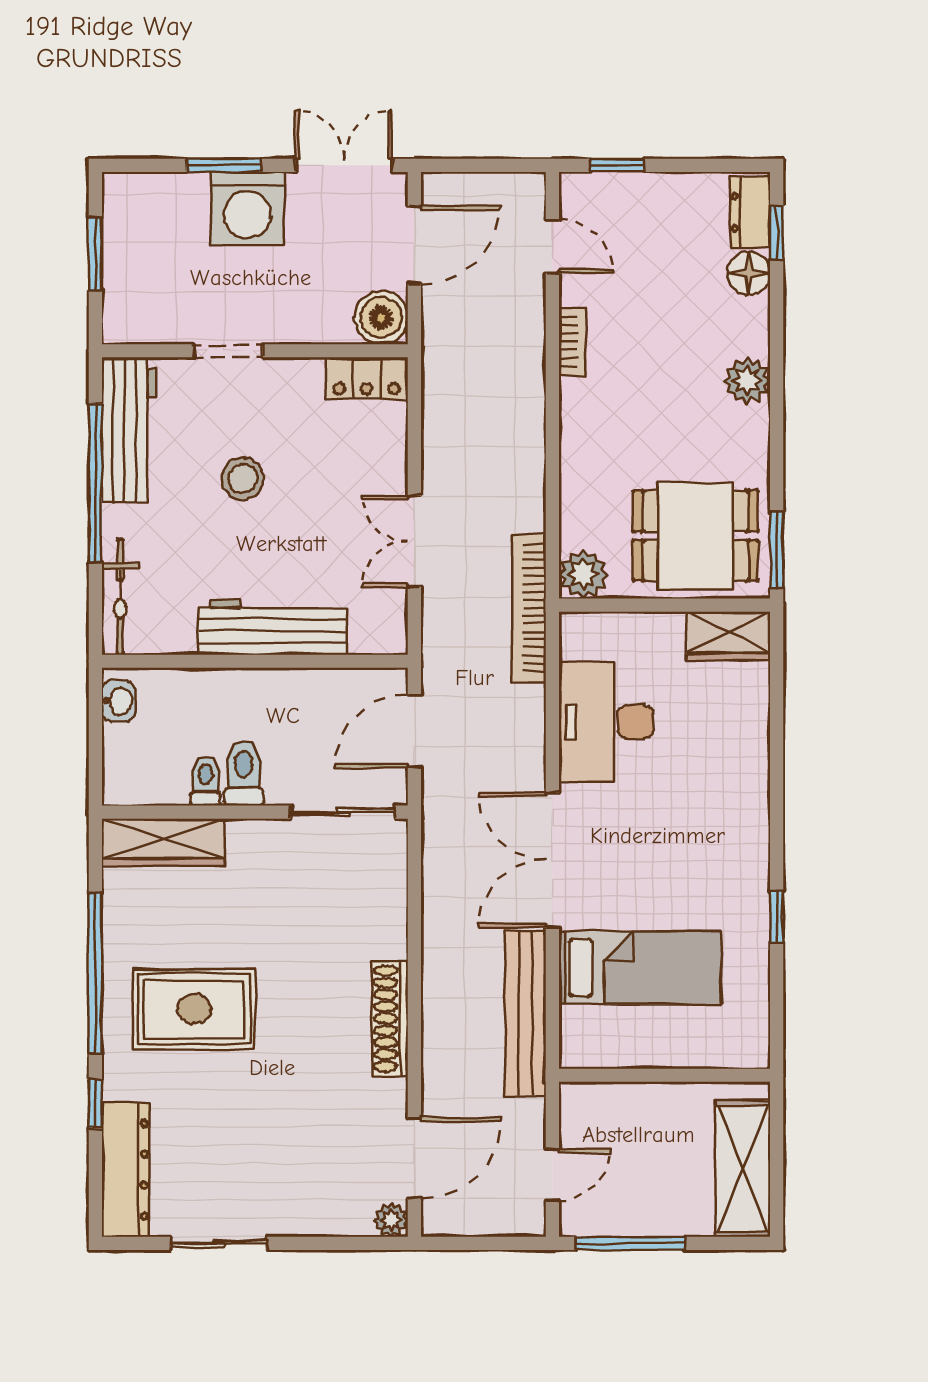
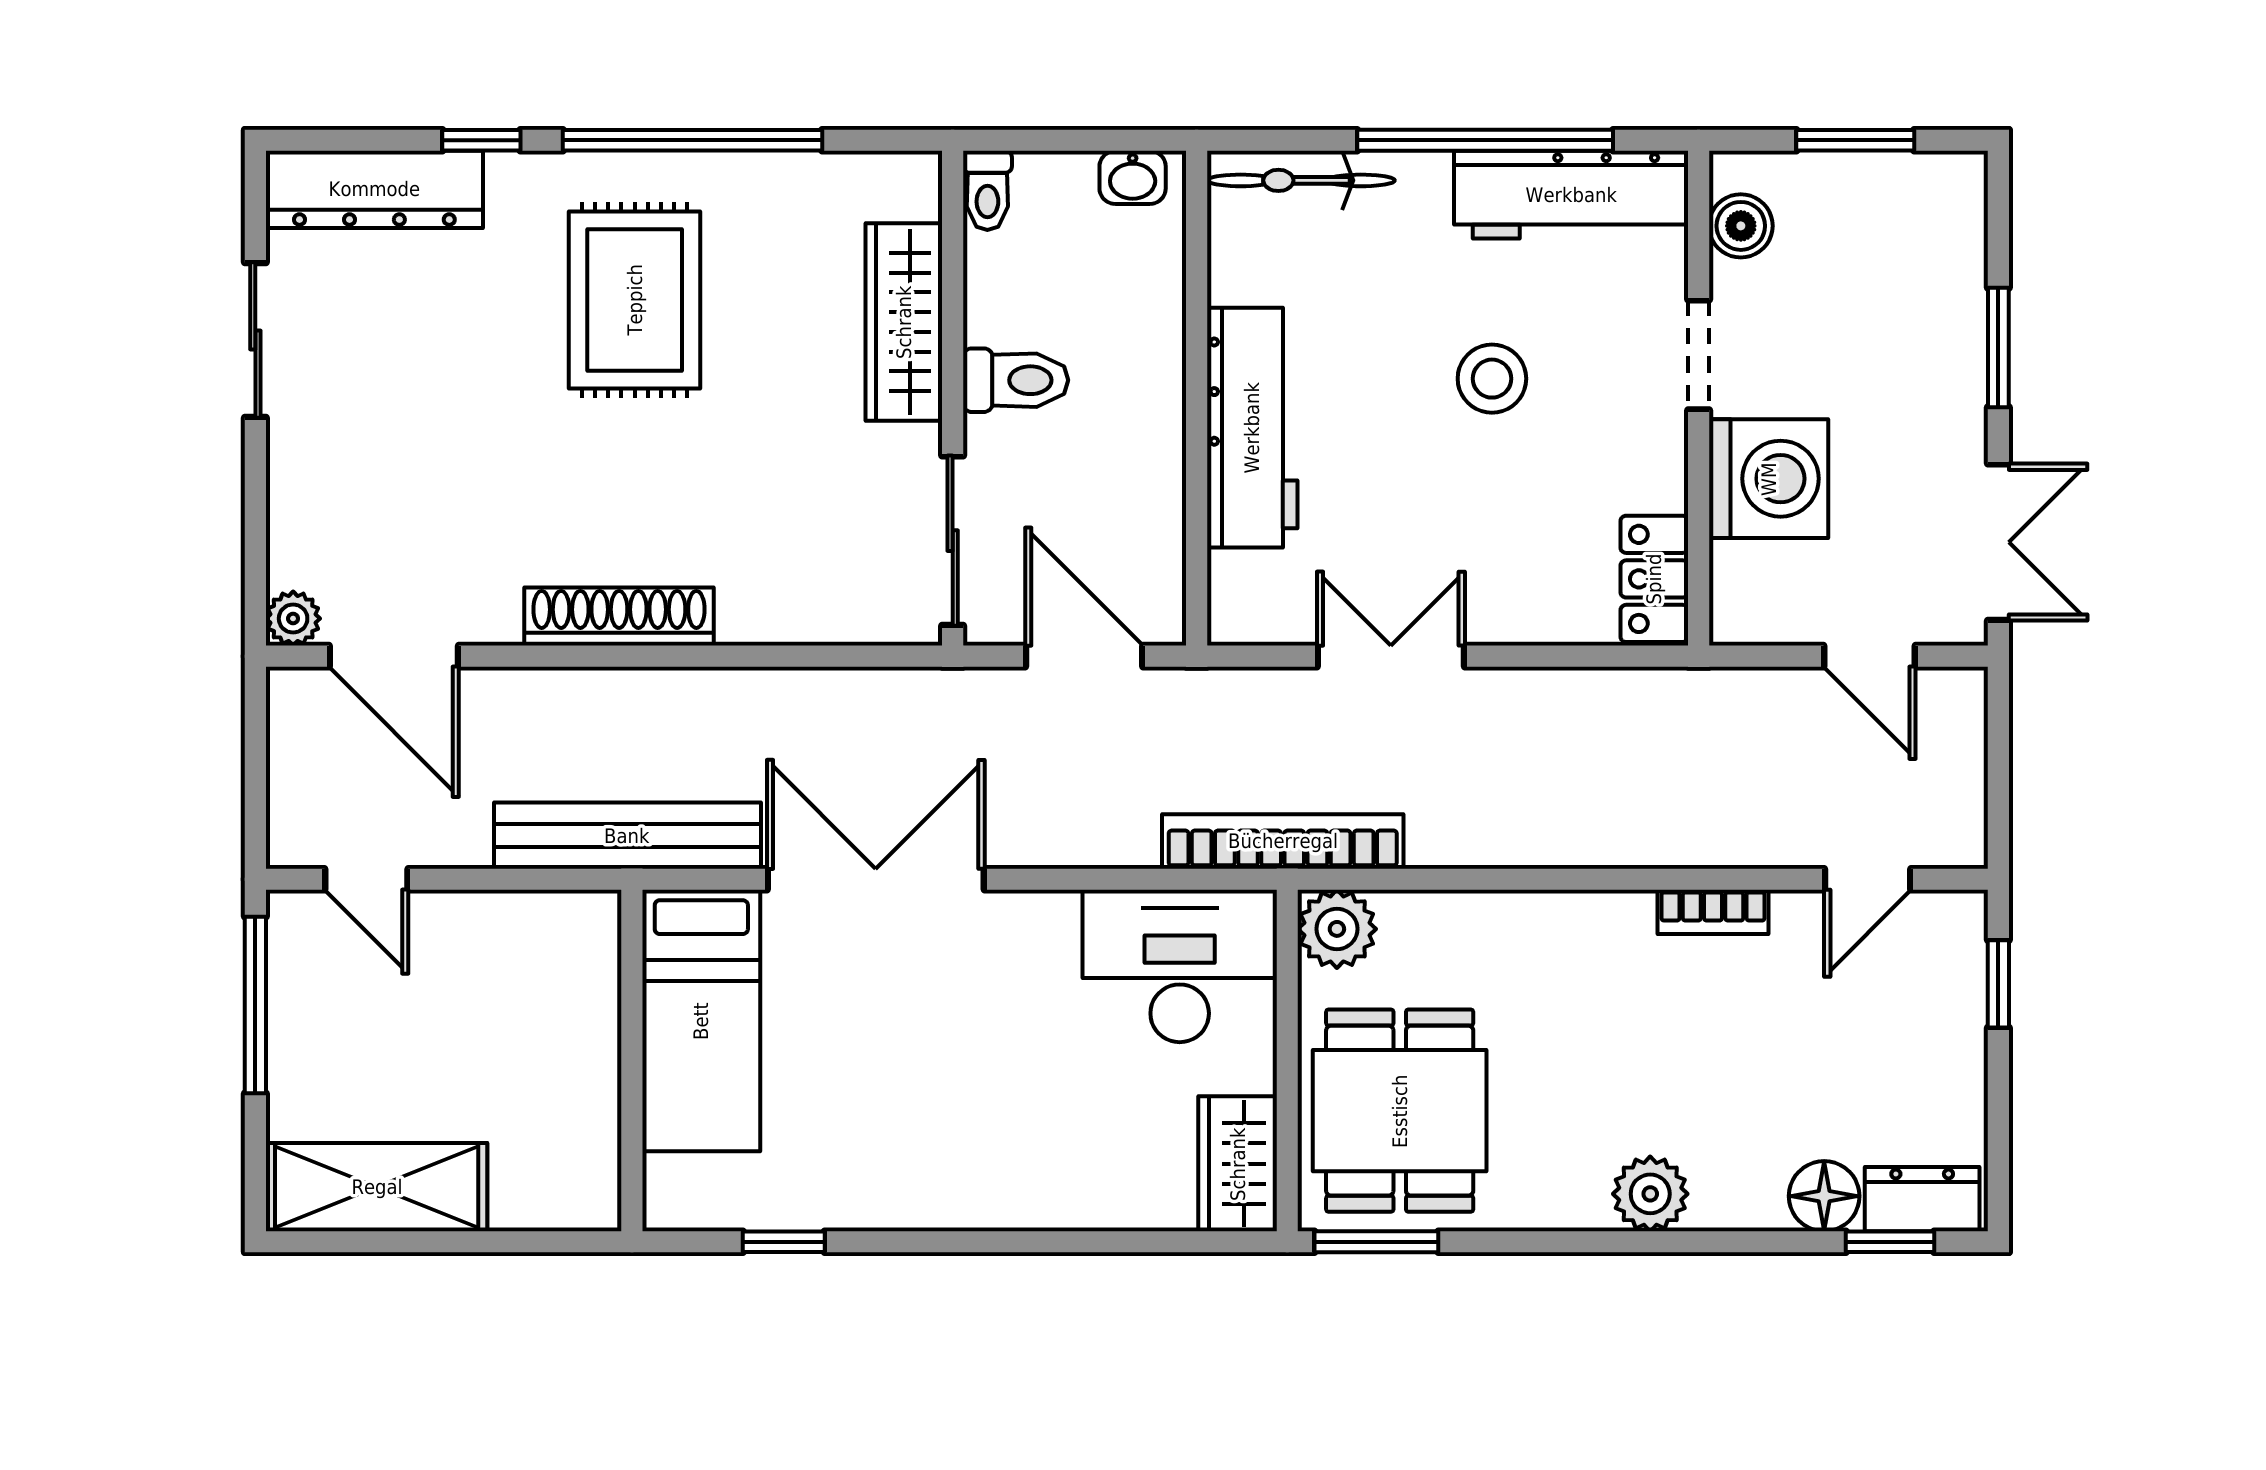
washing machine: (247, 209) -> (1769, 479), moved, turned 180
door: (414, 245) -> (1870, 656), width x0.73
boiler: (381, 318) -> (1741, 226), moved, width x0.73, depth x0.73
desk: (606, 722) -> (1180, 966), moved
toilet: (205, 781) -> (987, 190), moved, turned 90
wardrobe: (163, 842) -> (904, 322), moved
wall: (665, 1075) -> (632, 1061), moved

